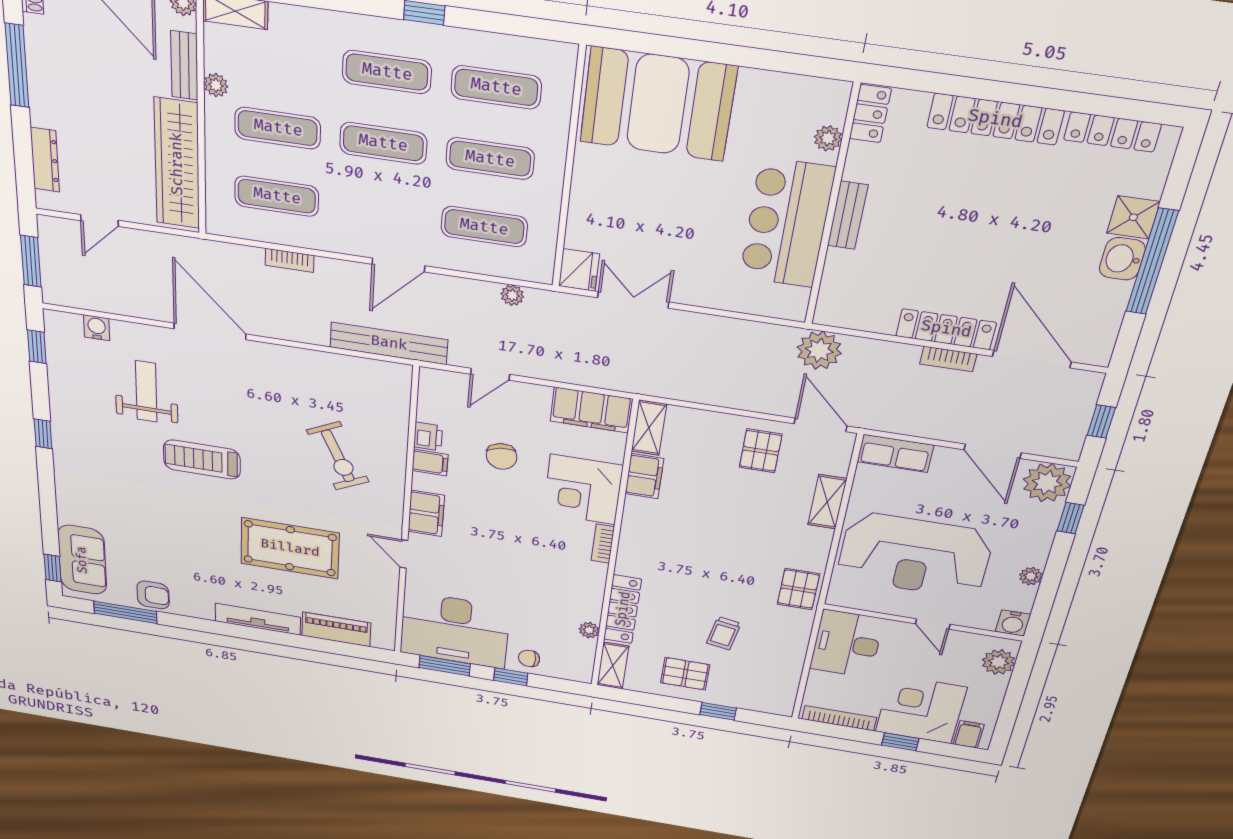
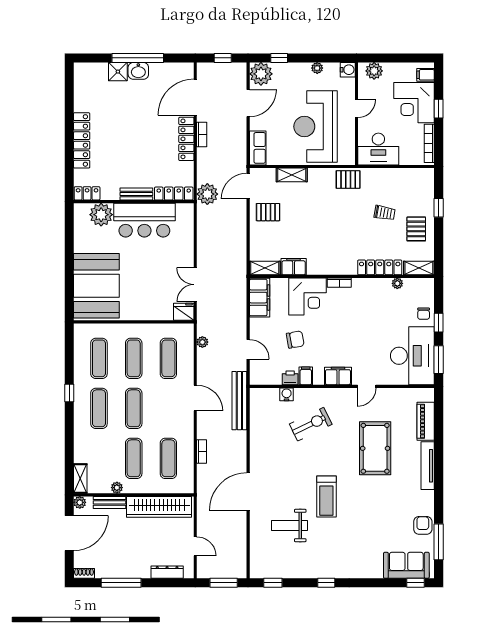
locker: (1112, 132) -> (174, 194), moved, turned -90
plant: (828, 138) -> (101, 215), width x1.87, depth x1.87
water cooler: (97, 328) -> (287, 394), moved, turned 90
reception desk: (915, 555) -> (316, 127), turned 180

